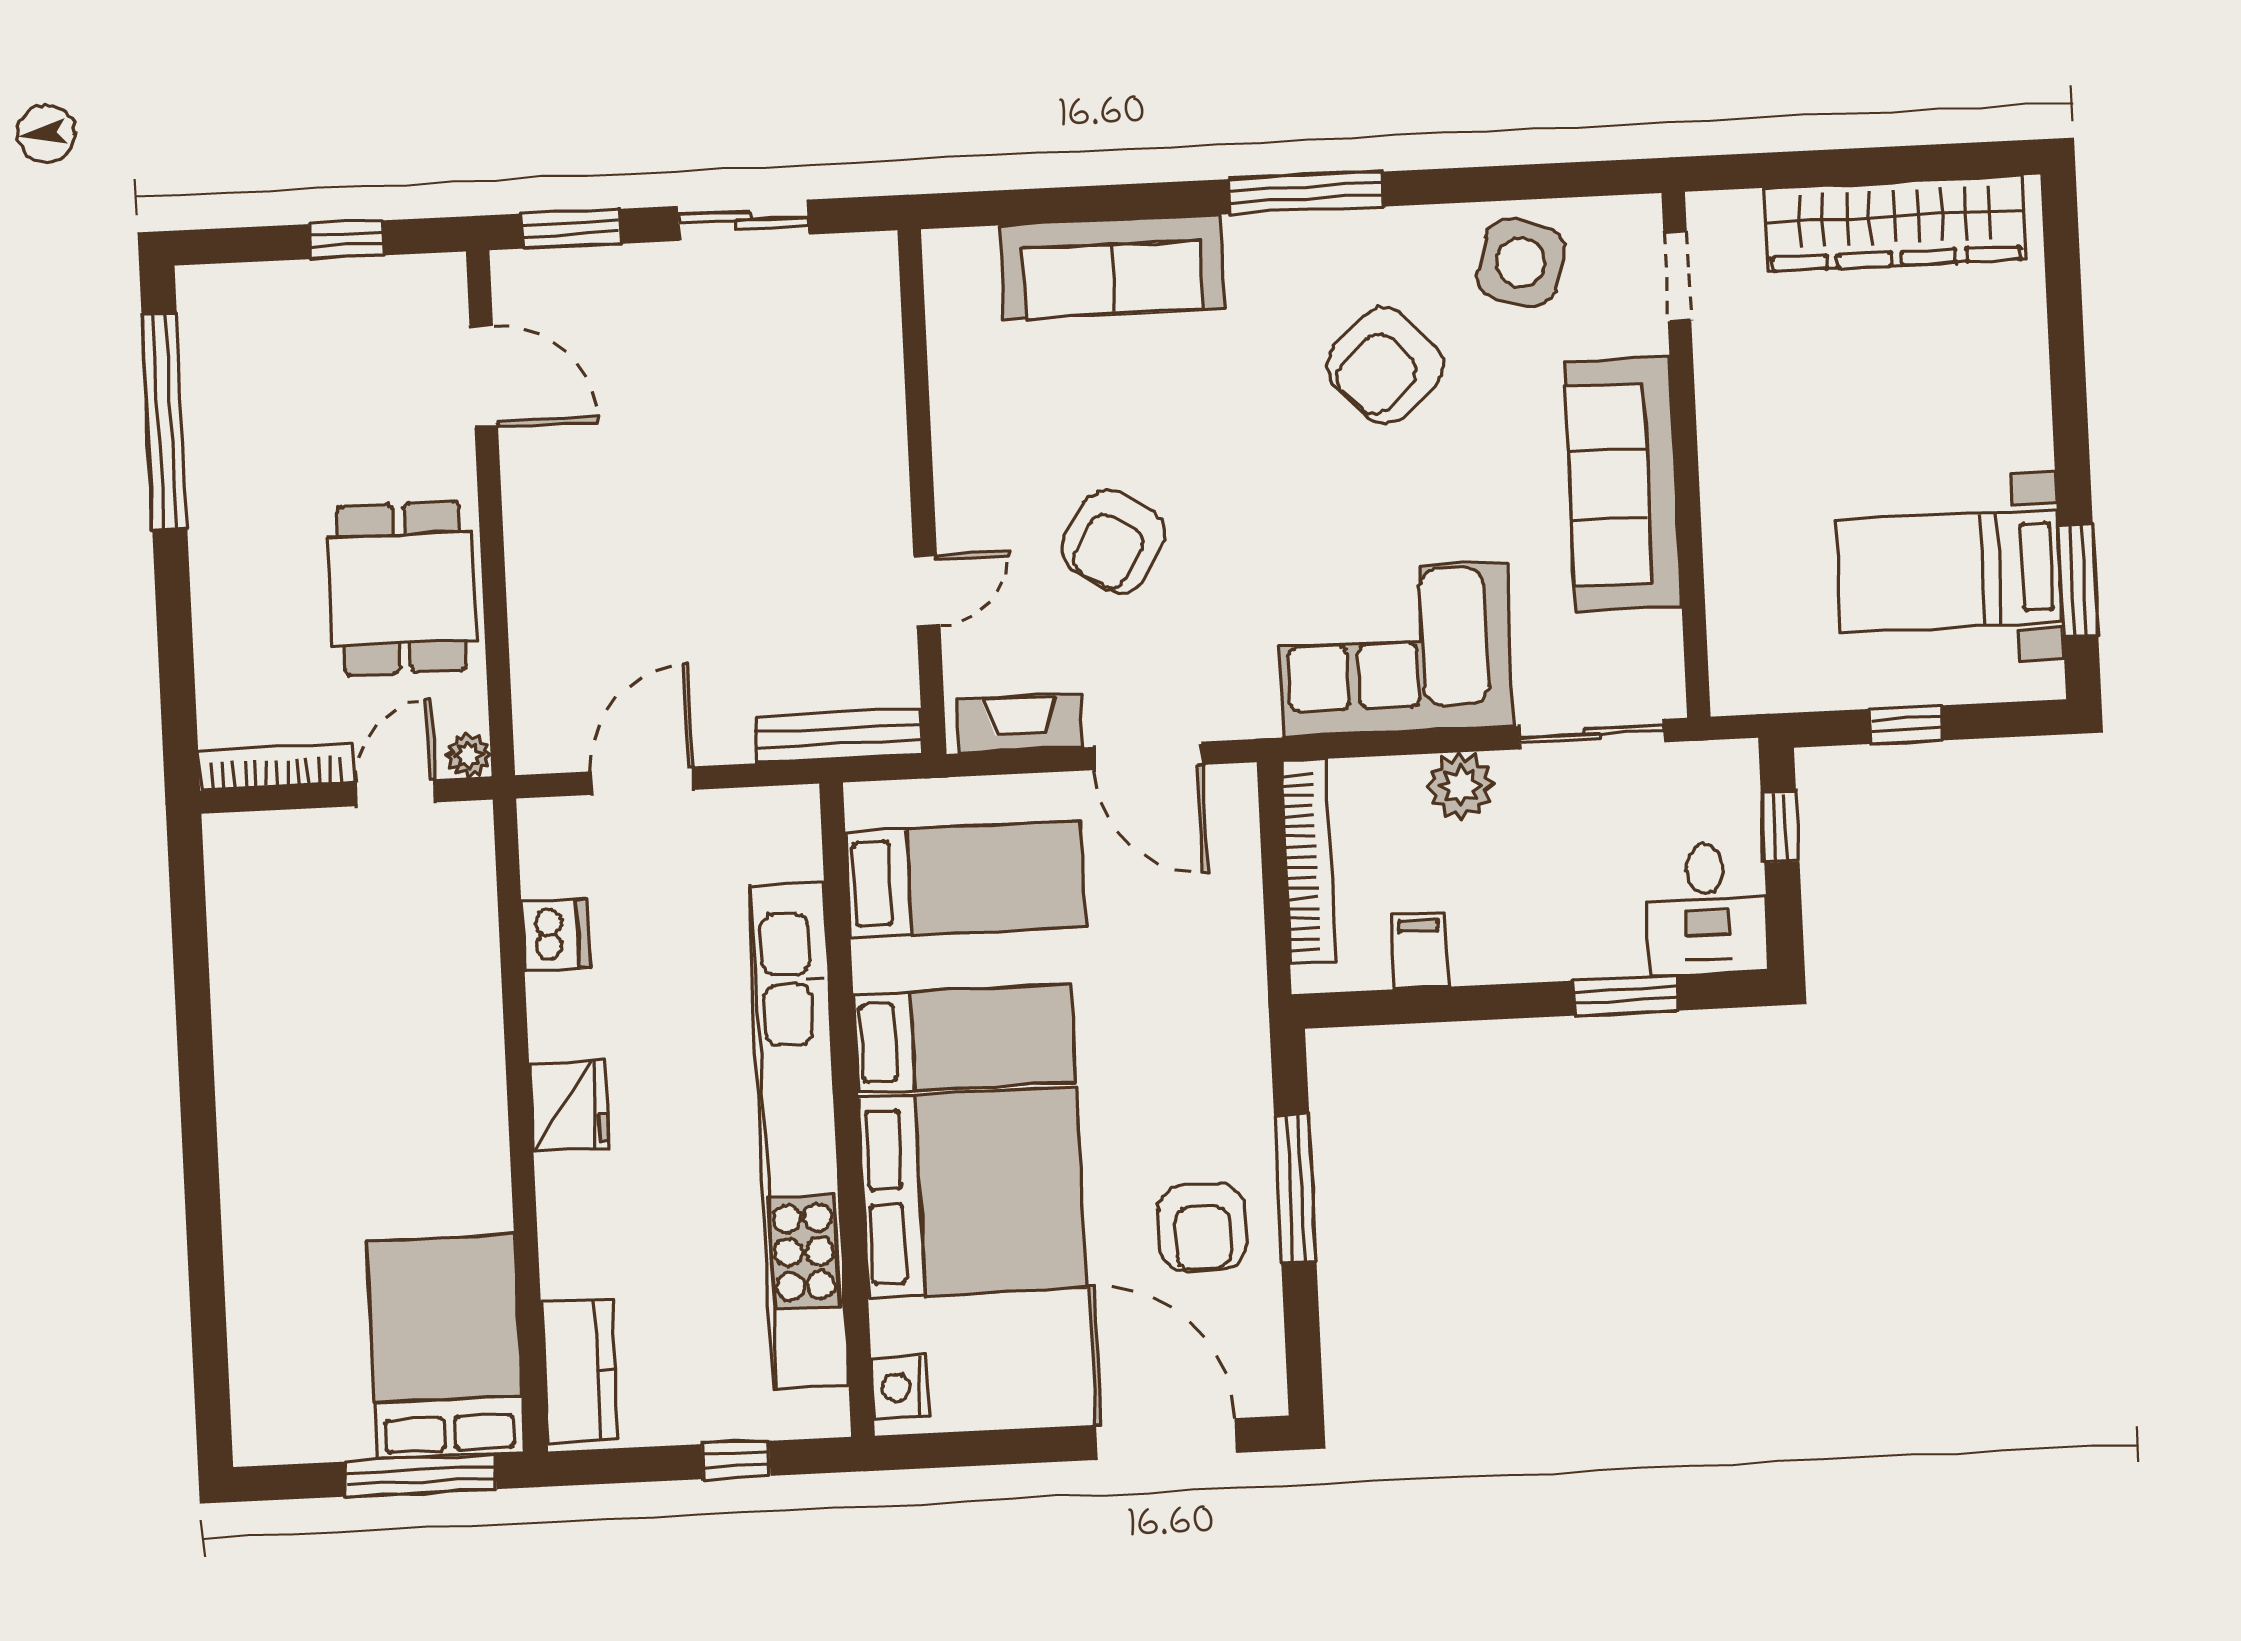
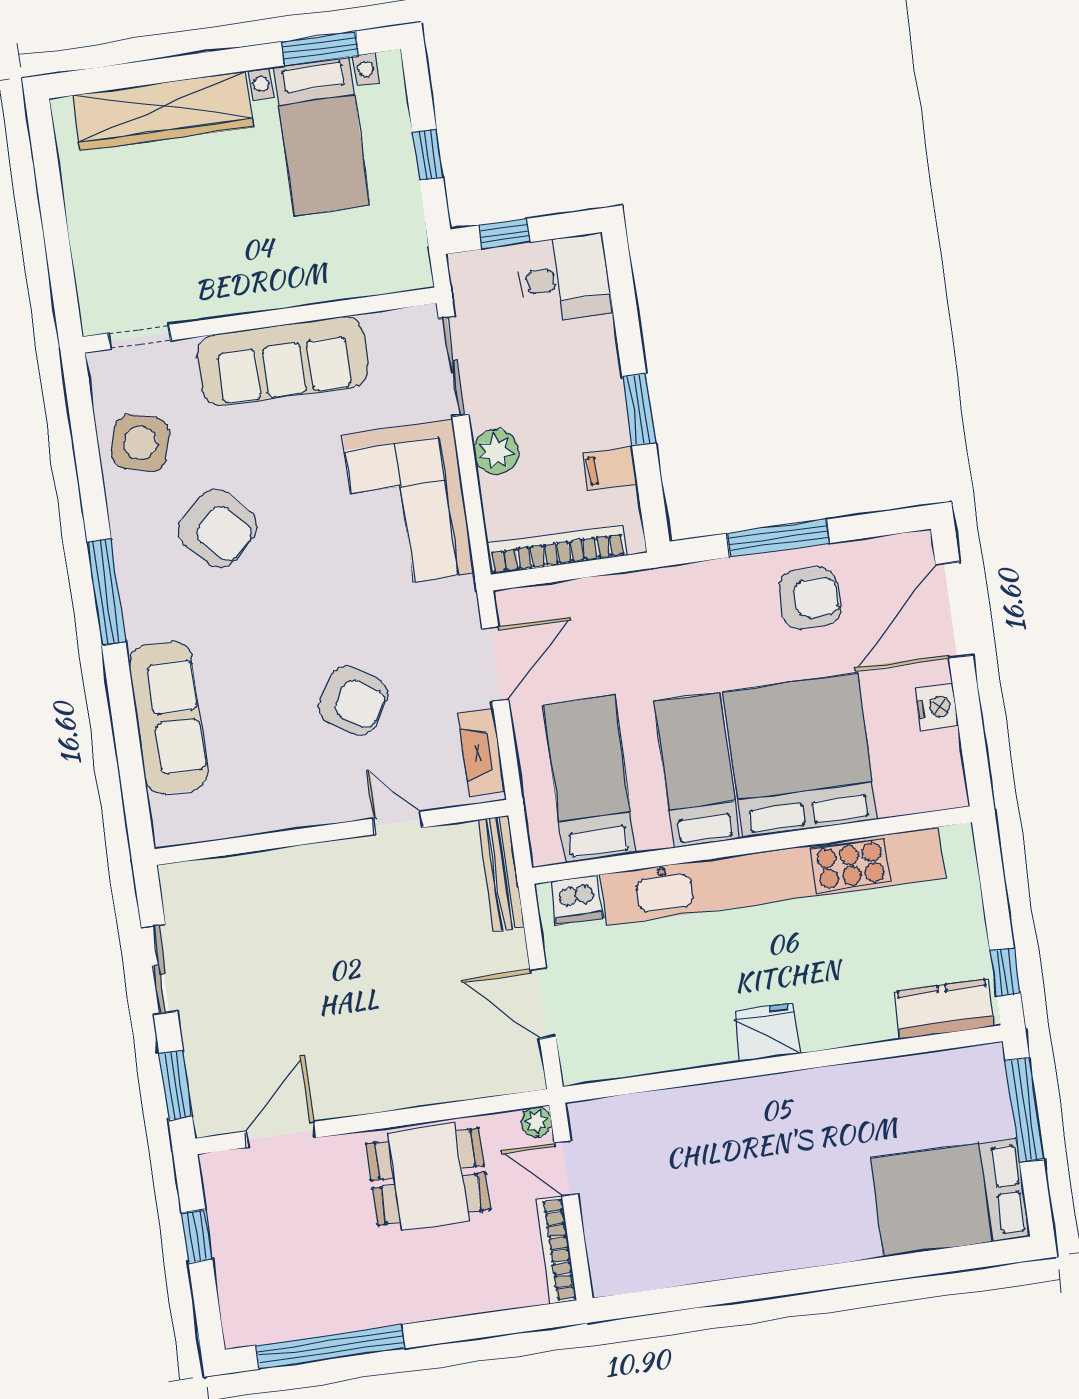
wardrobe: (1895, 223) -> (163, 111), moved, turned 90
dishwasher: (555, 935) -> (576, 900), moved, turned 180
window: (1626, 996) -> (639, 409), moved
bed: (446, 1347) -> (950, 1197), moved
nightstand: (900, 1387) -> (937, 707), moved, turned -90
window: (736, 1460) -> (1005, 972), moved

